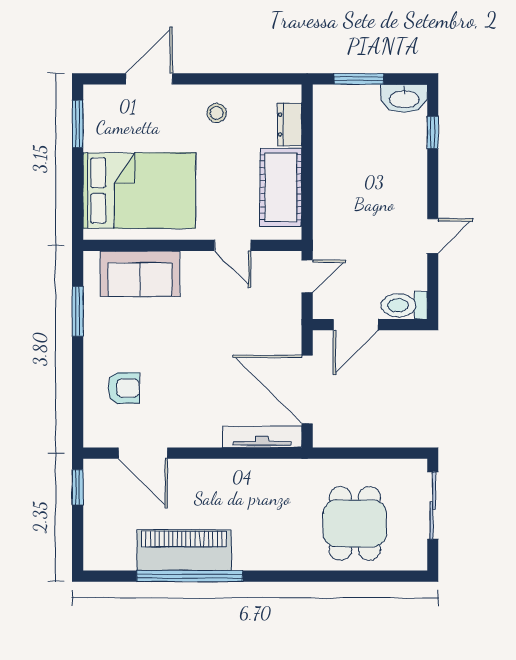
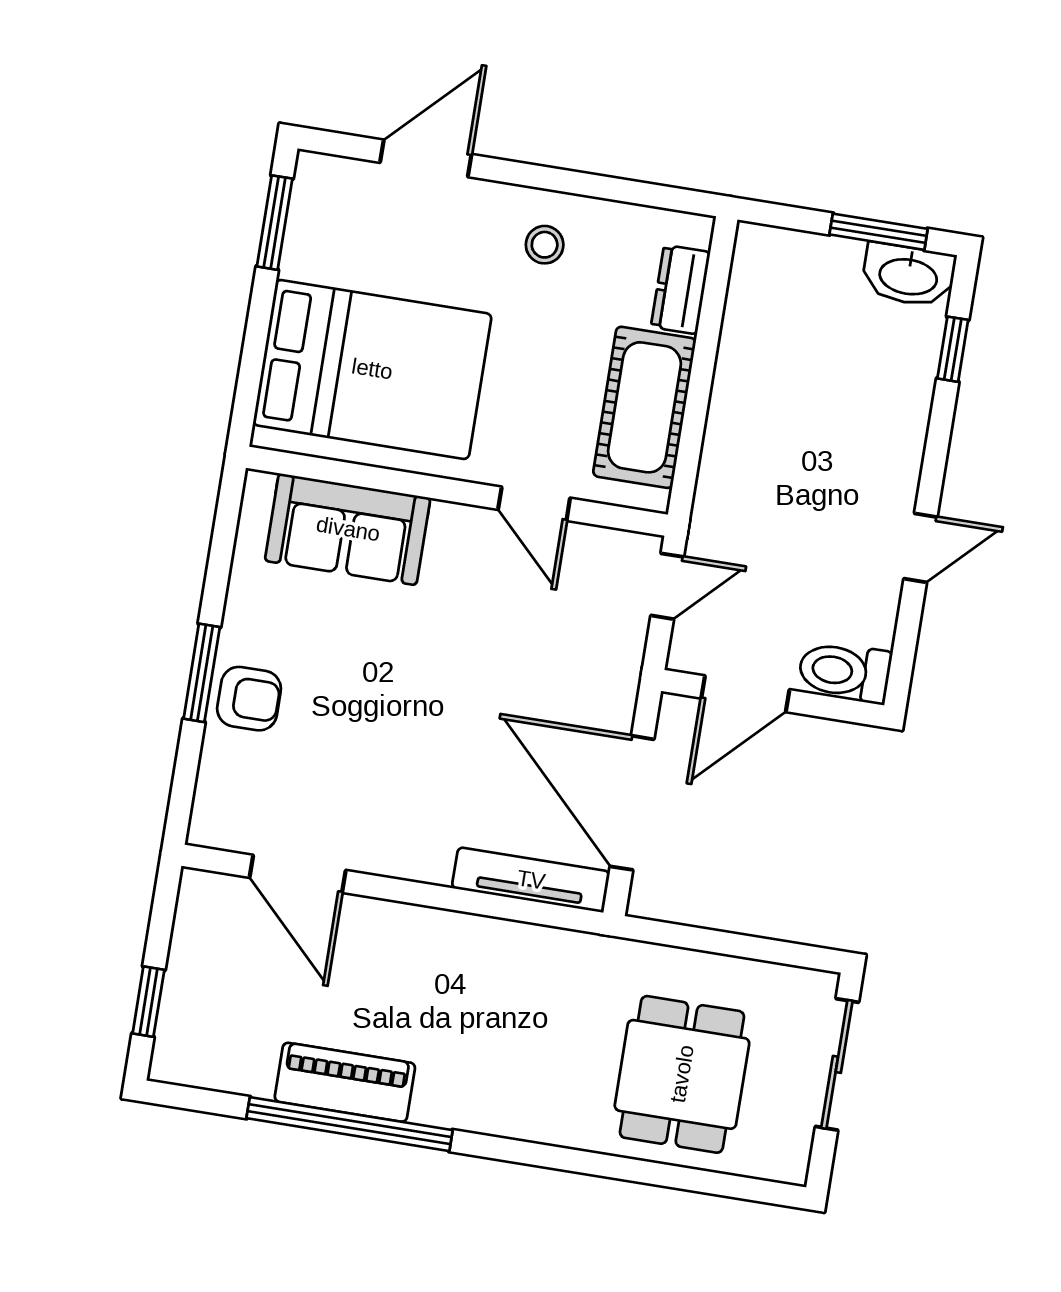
window: (359, 79) -> (879, 232), moved
window: (78, 311) -> (202, 673), moved
armchair: (124, 388) -> (249, 699), moved
window: (78, 487) -> (148, 1002), moved
piano: (184, 550) -> (345, 1082), width x0.73, depth x0.75

